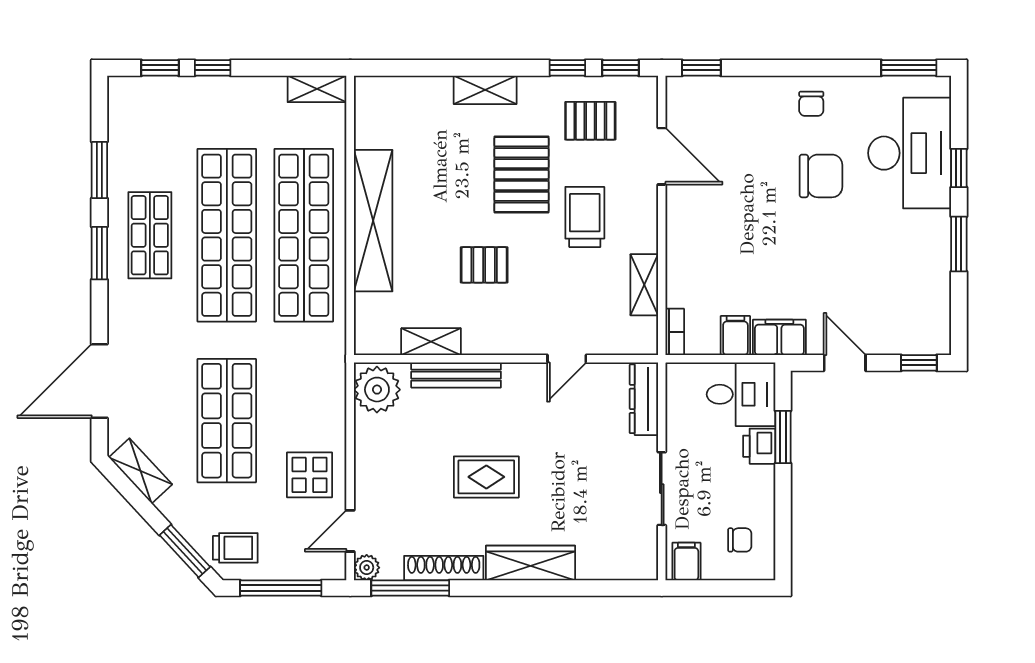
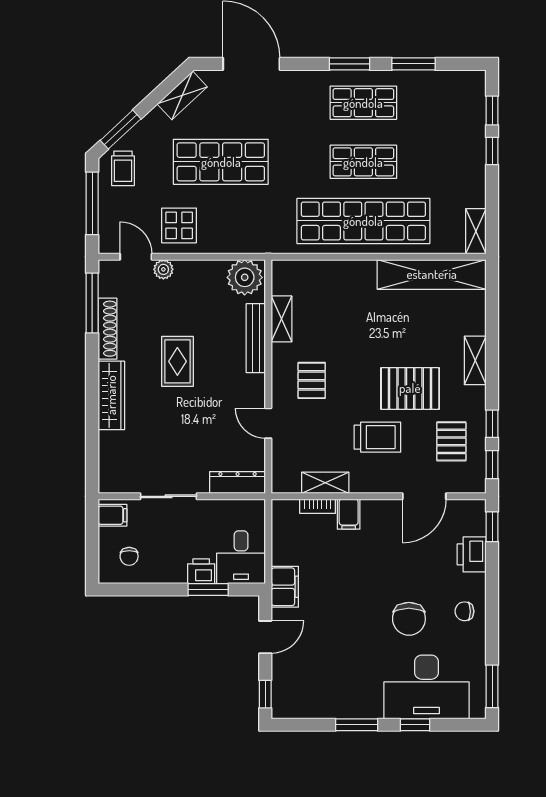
printer: (737, 94) -> (472, 554), added
shelving: (373, 221) -> (432, 274), moved
shop shelf: (227, 235) -> (363, 162), width x0.50, depth x0.74
pallet: (484, 265) -> (312, 380), moved
bookcase: (675, 332) -> (318, 506), moved
filing cabinet: (735, 336) -> (349, 514), moved, turned 90
plant: (367, 568) -> (163, 269), moved

